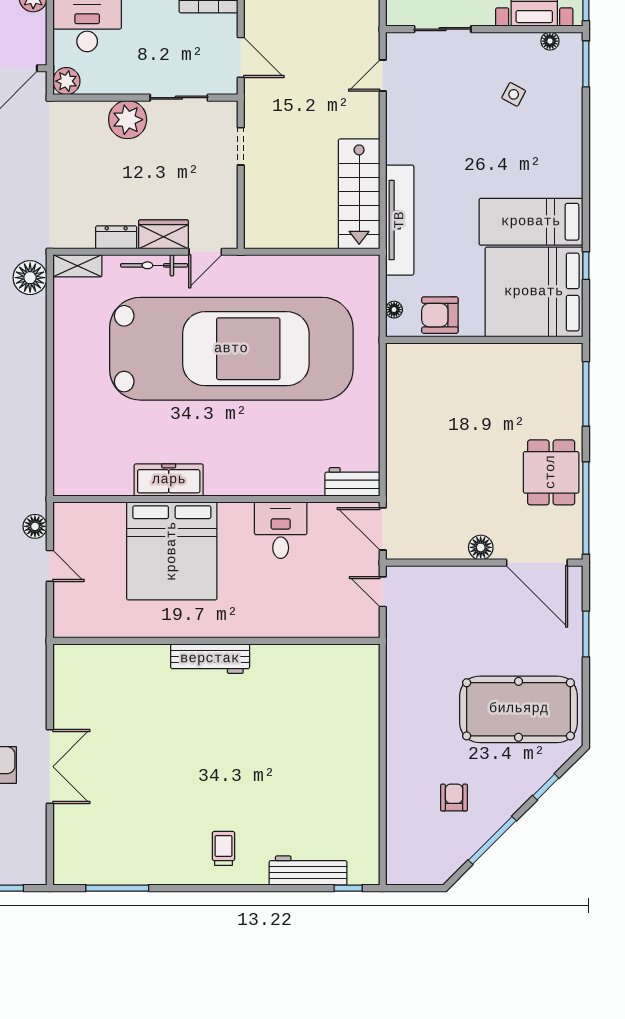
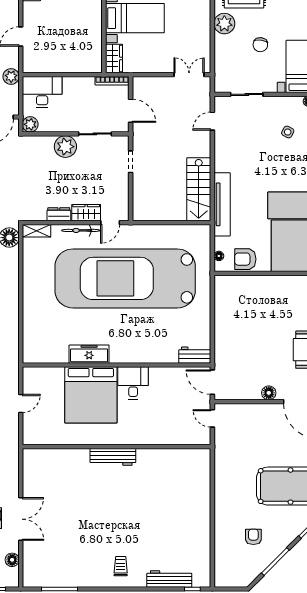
car: (231, 349) -> (125, 278), turned 180
floor lamp: (35, 526) -> (12, 560), moved
desk: (281, 530) -> (133, 383), moved
door: (50, 566) -> (21, 403), hinge flipped

